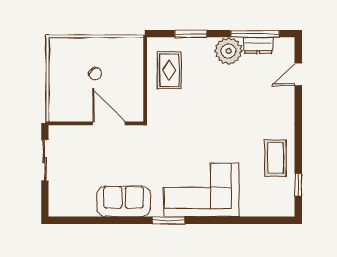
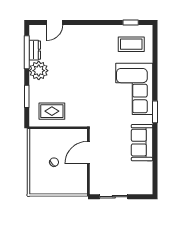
door: (298, 74) -> (55, 23), hinge flipped
coffee table: (275, 158) -> (131, 44), moved

